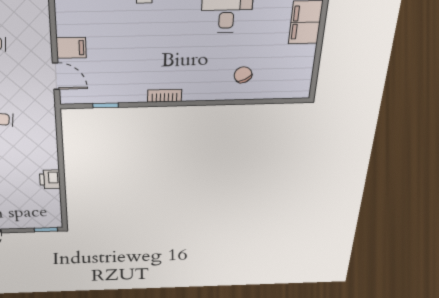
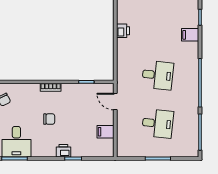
chair: (168, 46) -> (49, 119), added
filing cabinet: (71, 48) -> (105, 132), moved

